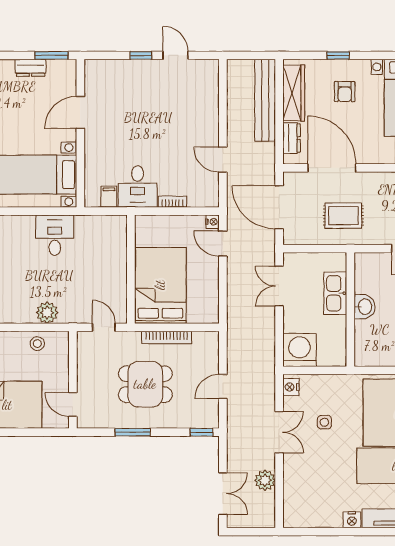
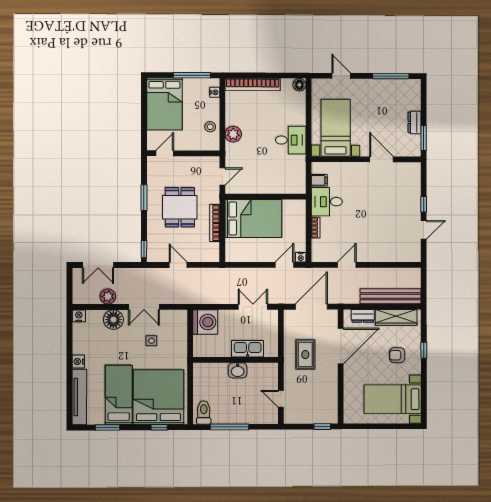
nightstand: (291, 387) -> (79, 316), moved
floor lamp: (296, 473) -> (113, 320), added

